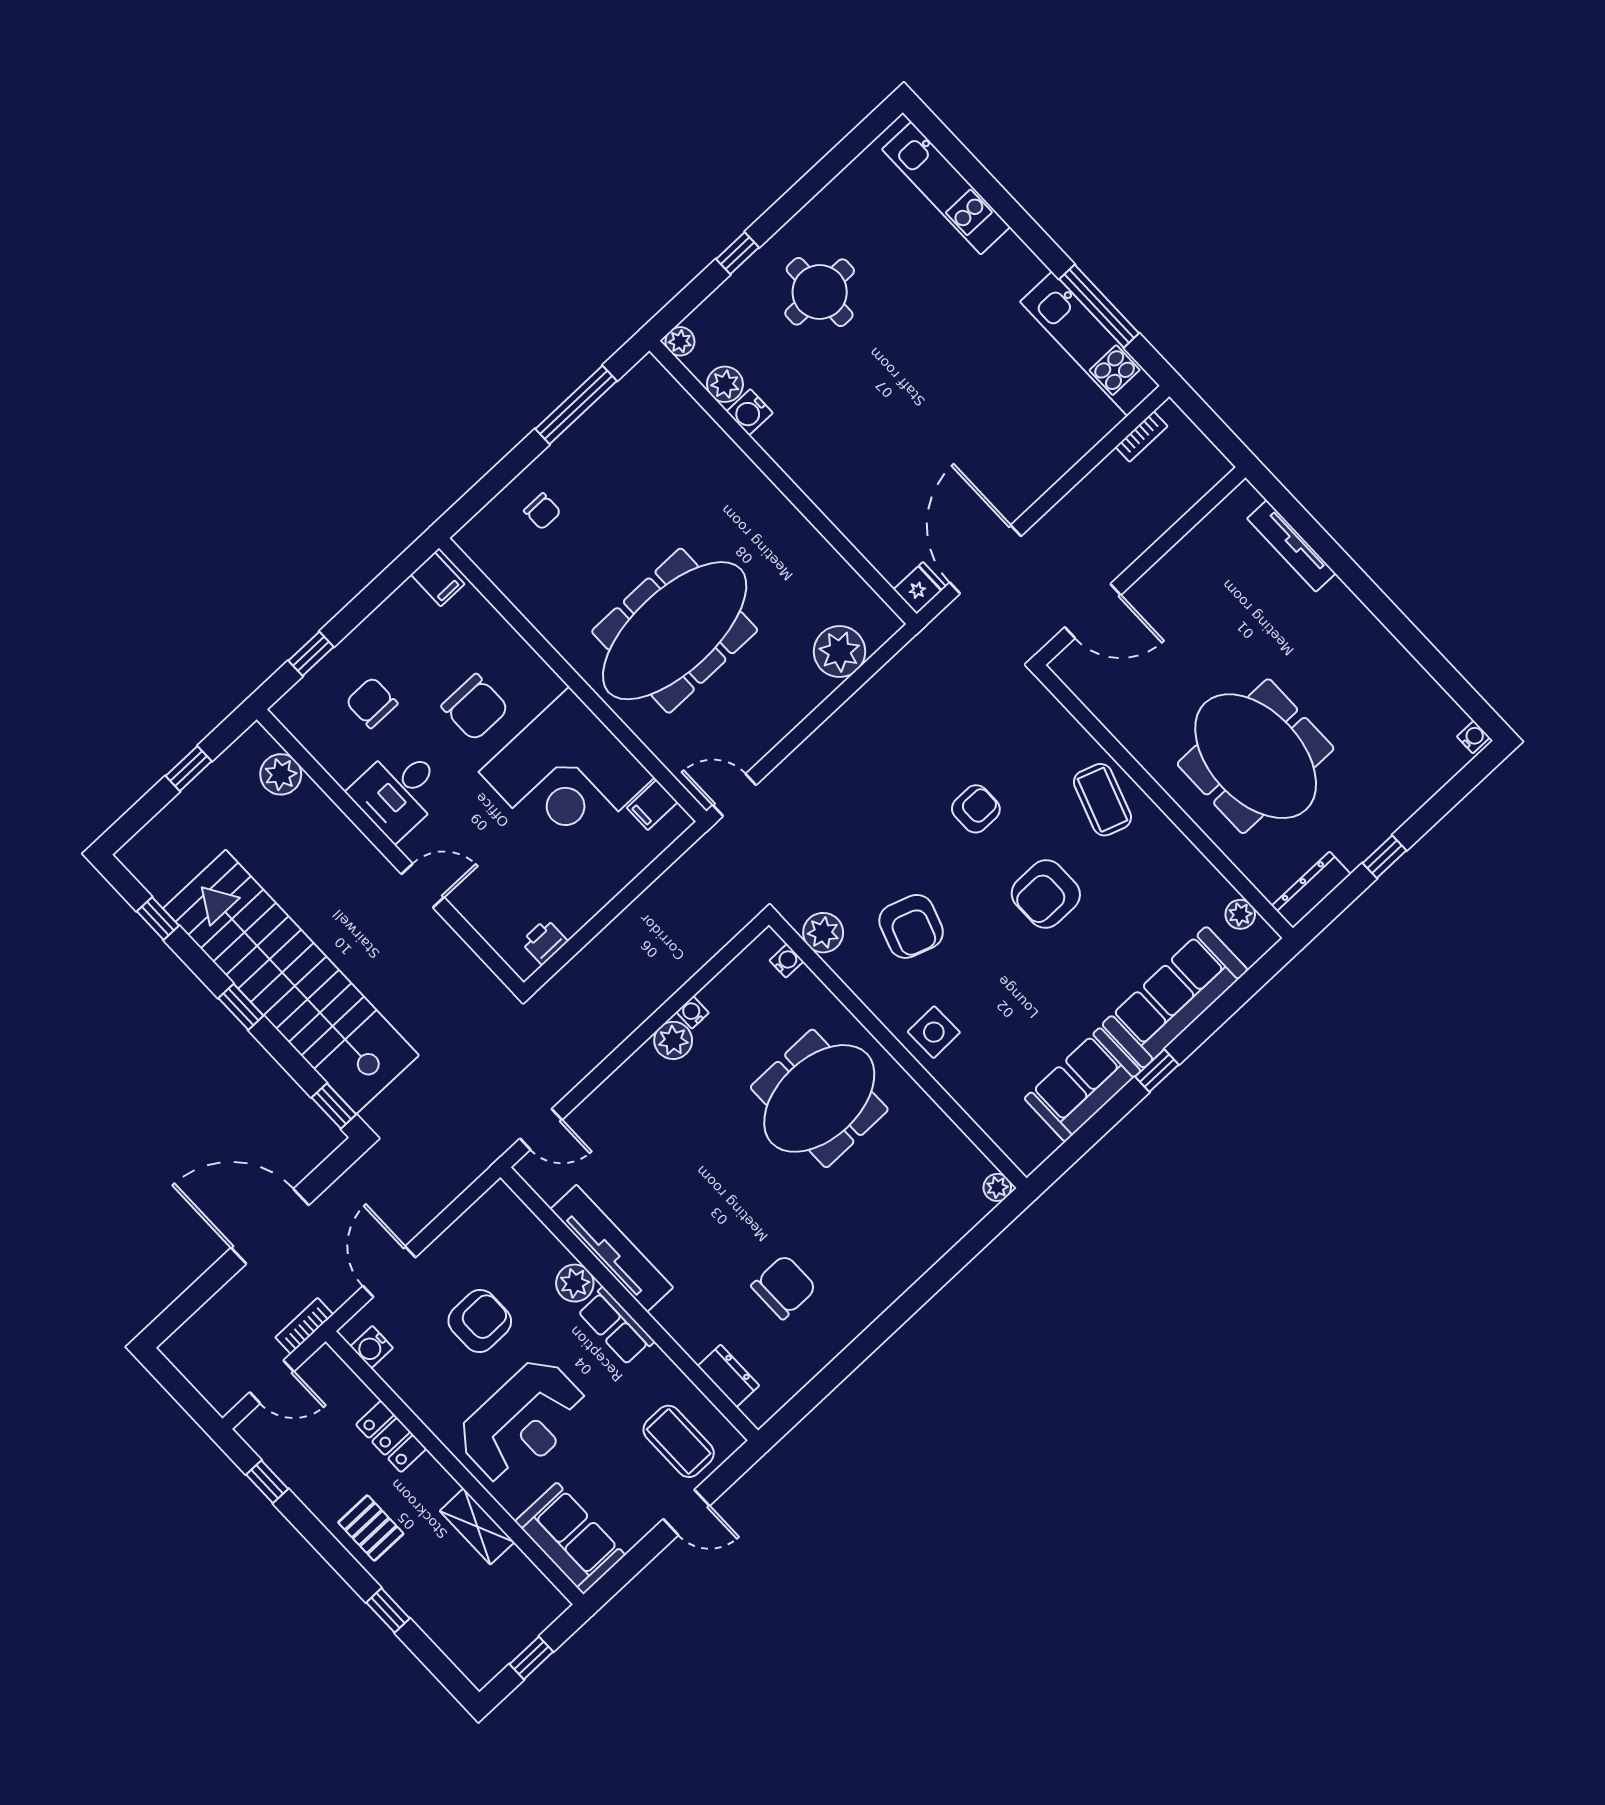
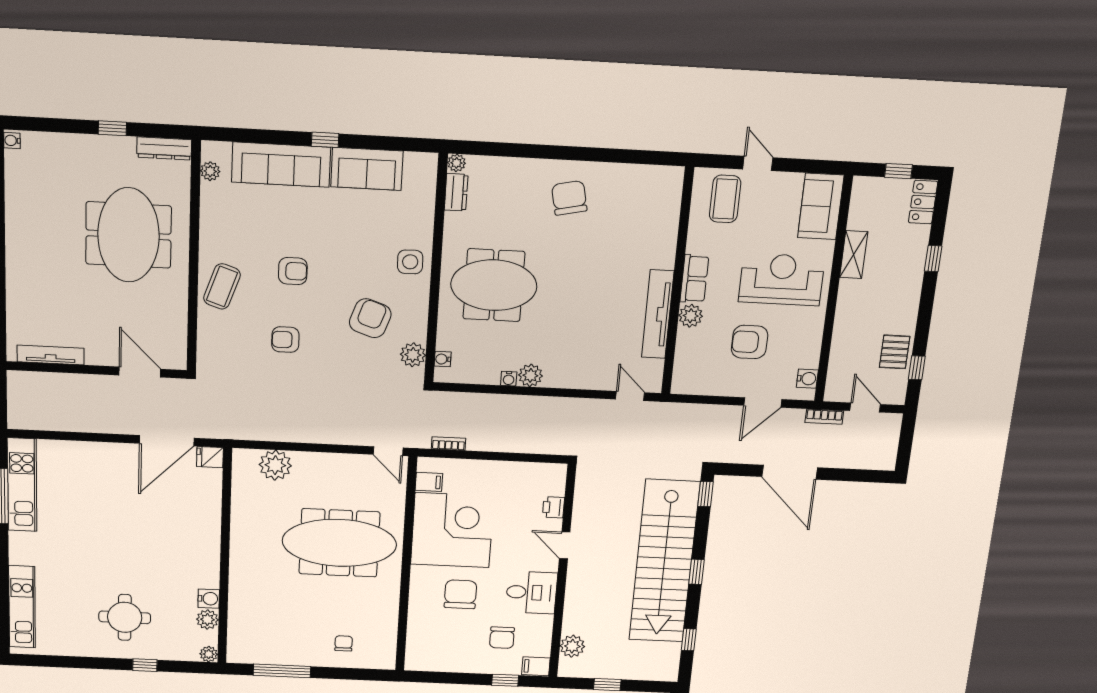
bookcase: (1141, 437) -> (448, 444), moved
tv unit: (1291, 546) -> (51, 355), moved, turned -90
filing cabinet: (438, 579) -> (536, 666), moved, turned -90
armchair: (1046, 894) -> (293, 271), width x0.72, depth x0.72
printer: (544, 942) -> (553, 507), moved, turned 90
chair: (784, 1287) -> (569, 198), moved, turned 78
dresser: (728, 1376) -> (456, 192), moved, turned 180
locker: (391, 1437) -> (923, 202), moved, turned 180
pallet: (371, 1528) -> (895, 352), moved

